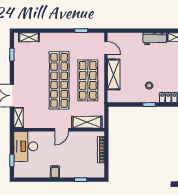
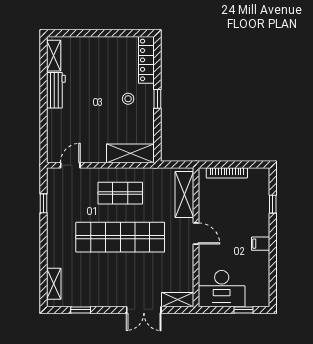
shelving: (114, 74) -> (130, 153), moved
shop shelf: (88, 80) -> (120, 193), width x0.70, depth x0.74

